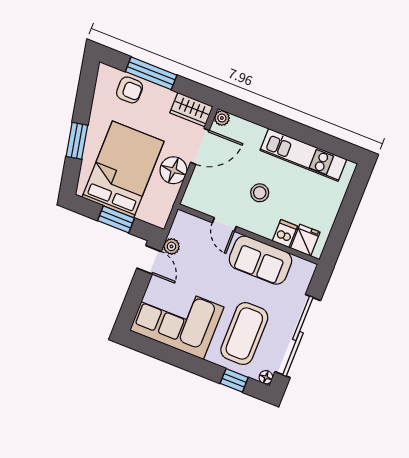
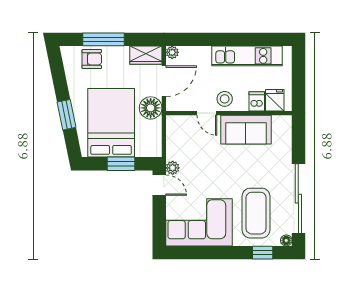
door: (224, 225) -> (207, 113), moved
wall: (249, 234) -> (229, 113), moved
dishwasher: (285, 234) -> (257, 101), moved
fridge: (305, 240) -> (275, 100), moved
sofa: (260, 260) -> (246, 130), moved

